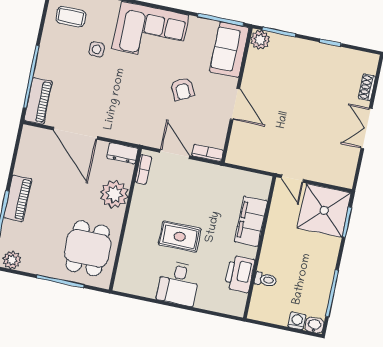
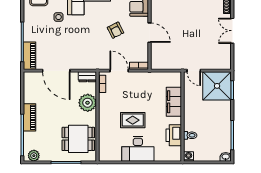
dining table: (88, 248) -> (78, 139), turned 90
desk: (178, 283) -> (138, 149), width x1.37
washing machine: (297, 321) -> (189, 156), moved

